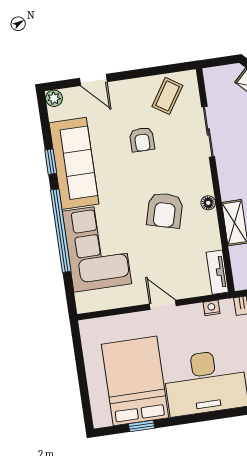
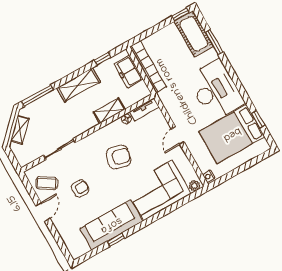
door: (93, 80) -> (43, 212), moved
plant: (54, 98) -> (194, 186), moved
floor lamp: (208, 203) -> (126, 119), moved
window: (61, 231) -> (156, 217), removed
nightstand: (211, 308) -> (209, 176), moved

